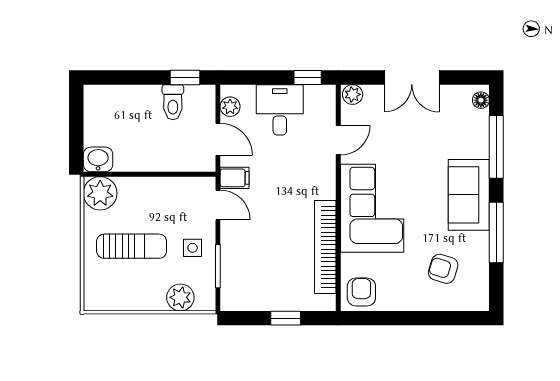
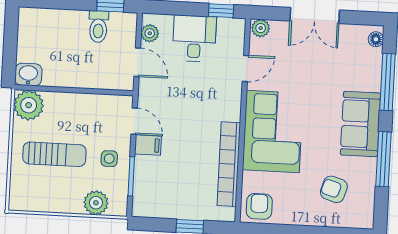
filing cabinet: (235, 178) -> (148, 145), moved

